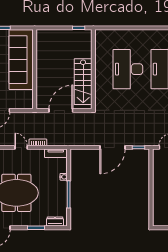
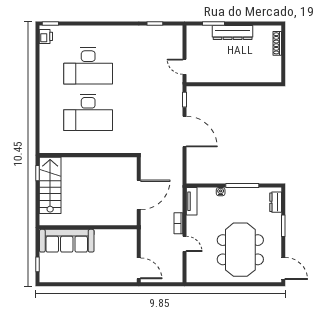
sofa: (21, 60) -> (67, 241), width x0.74, depth x0.79
stairs: (83, 82) -> (50, 185), moved, turned -90
door: (61, 110) -> (139, 195), swing flipped
door: (21, 147) -> (184, 244), swing flipped

